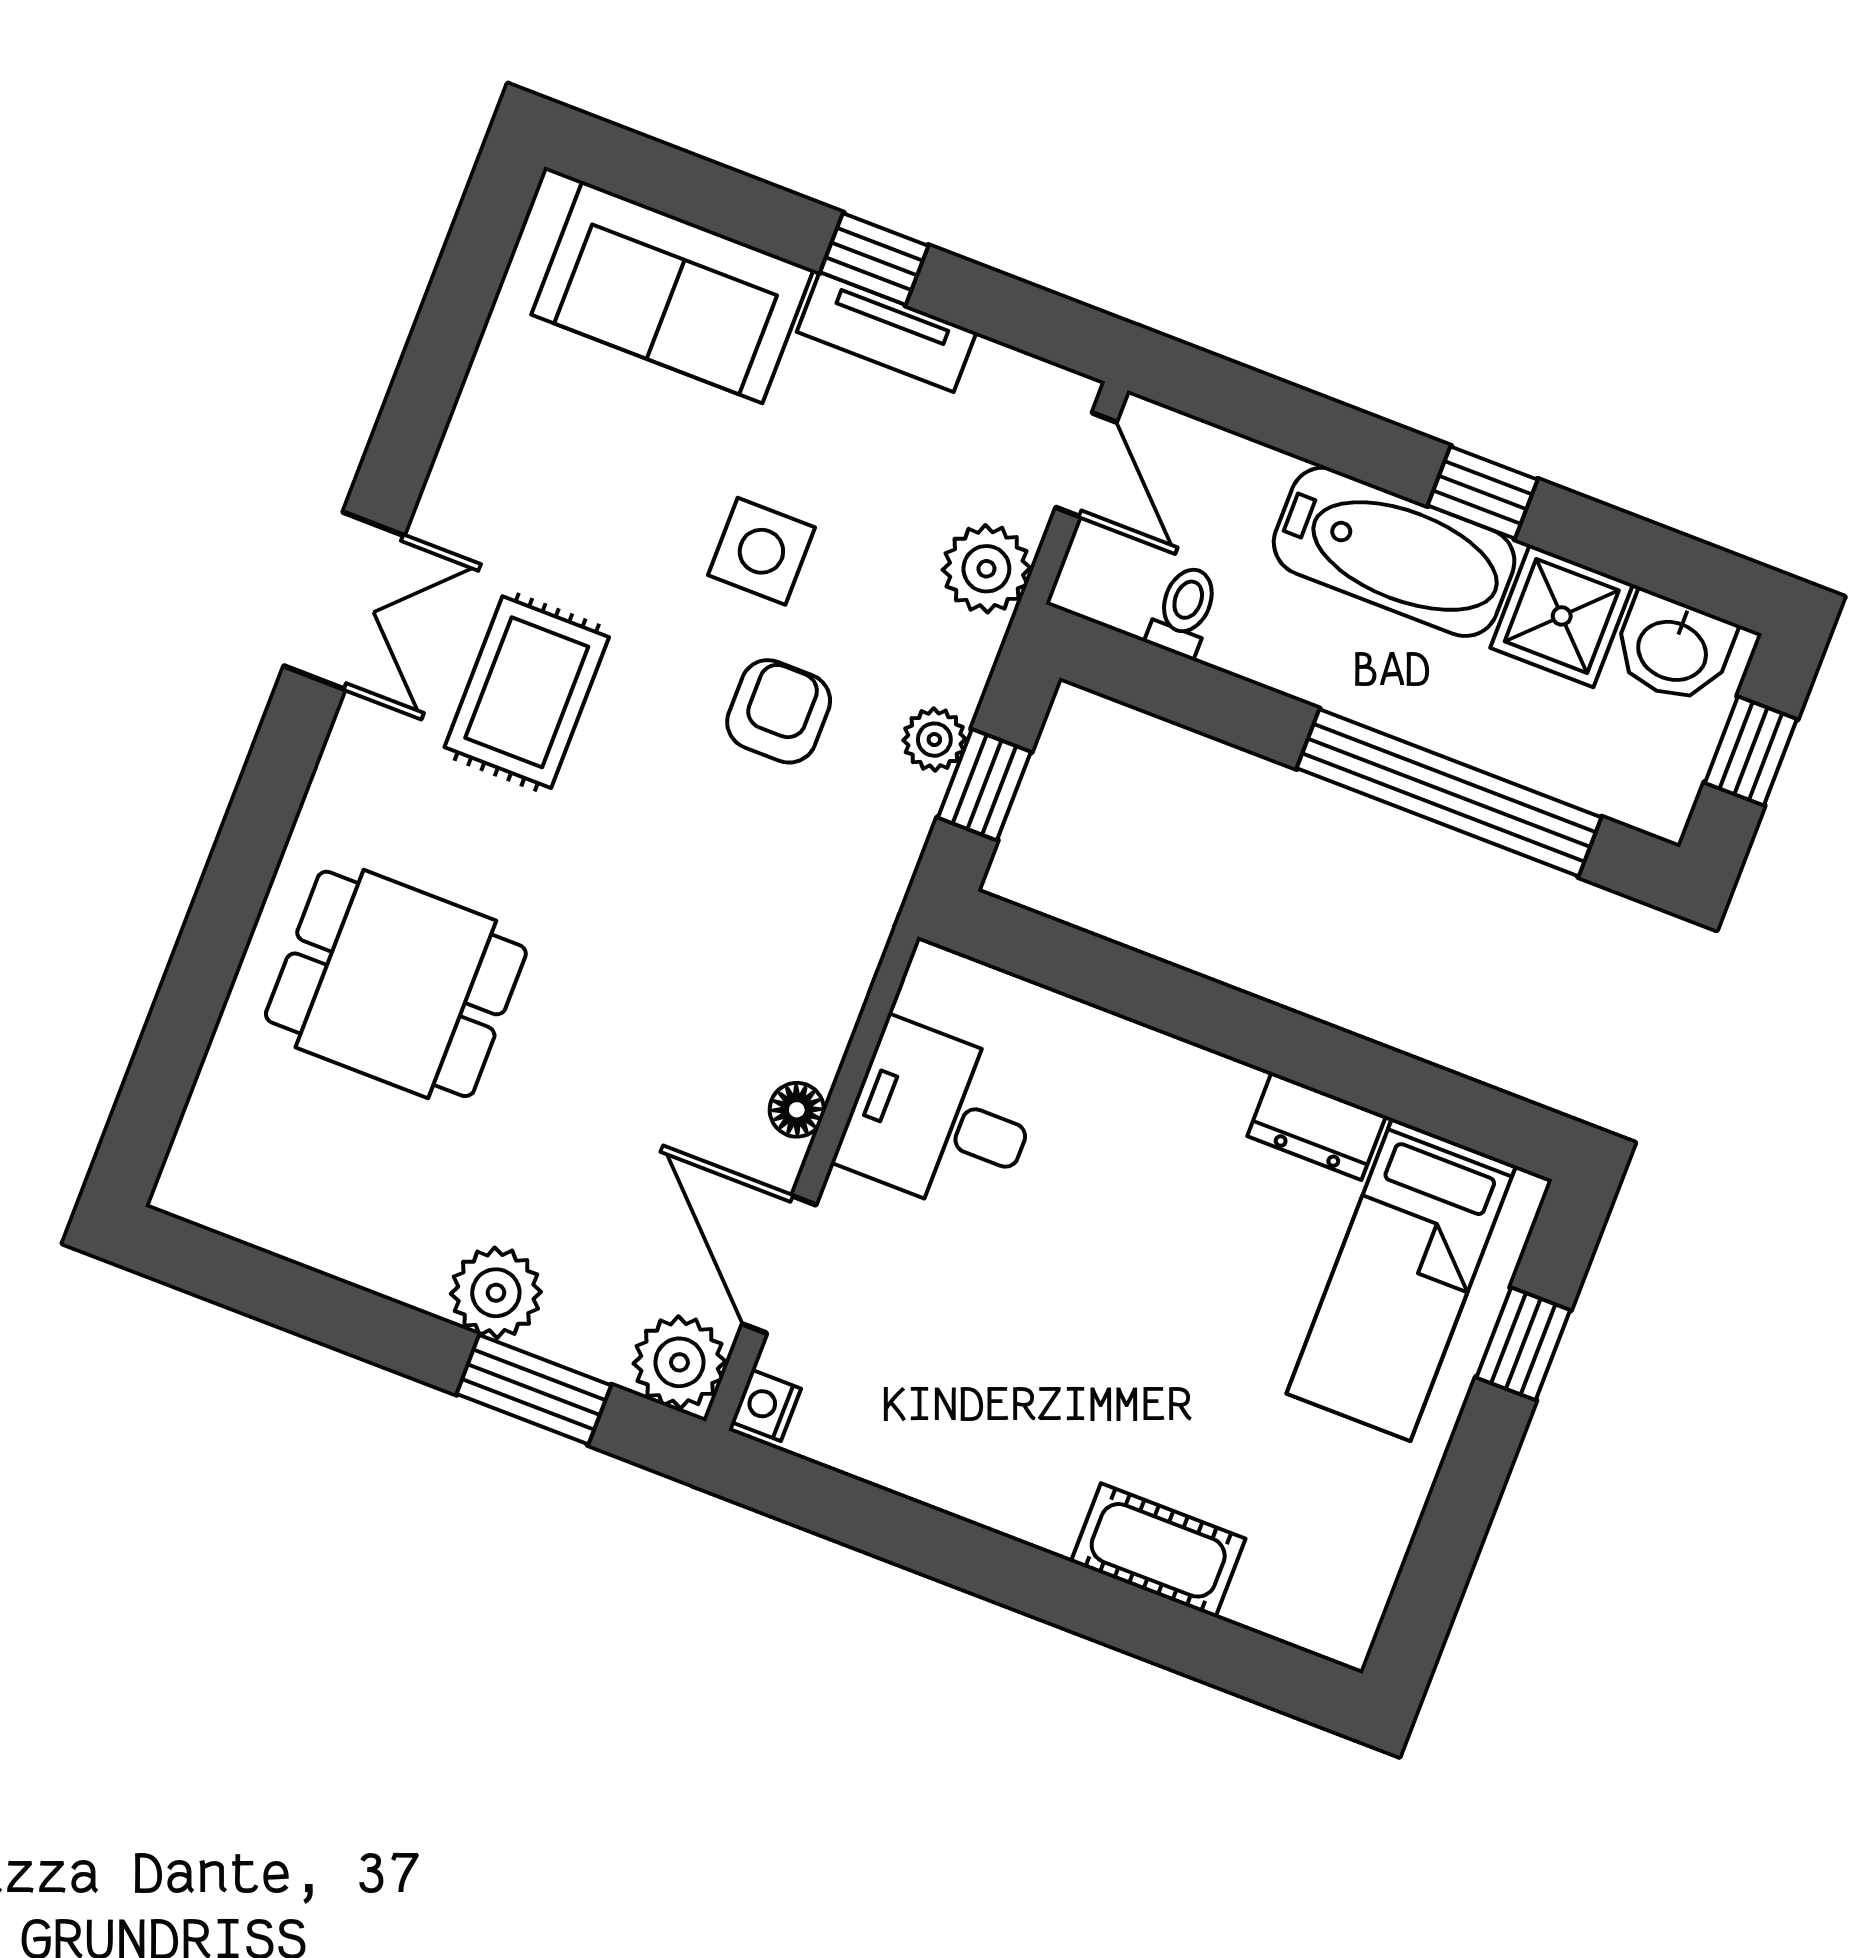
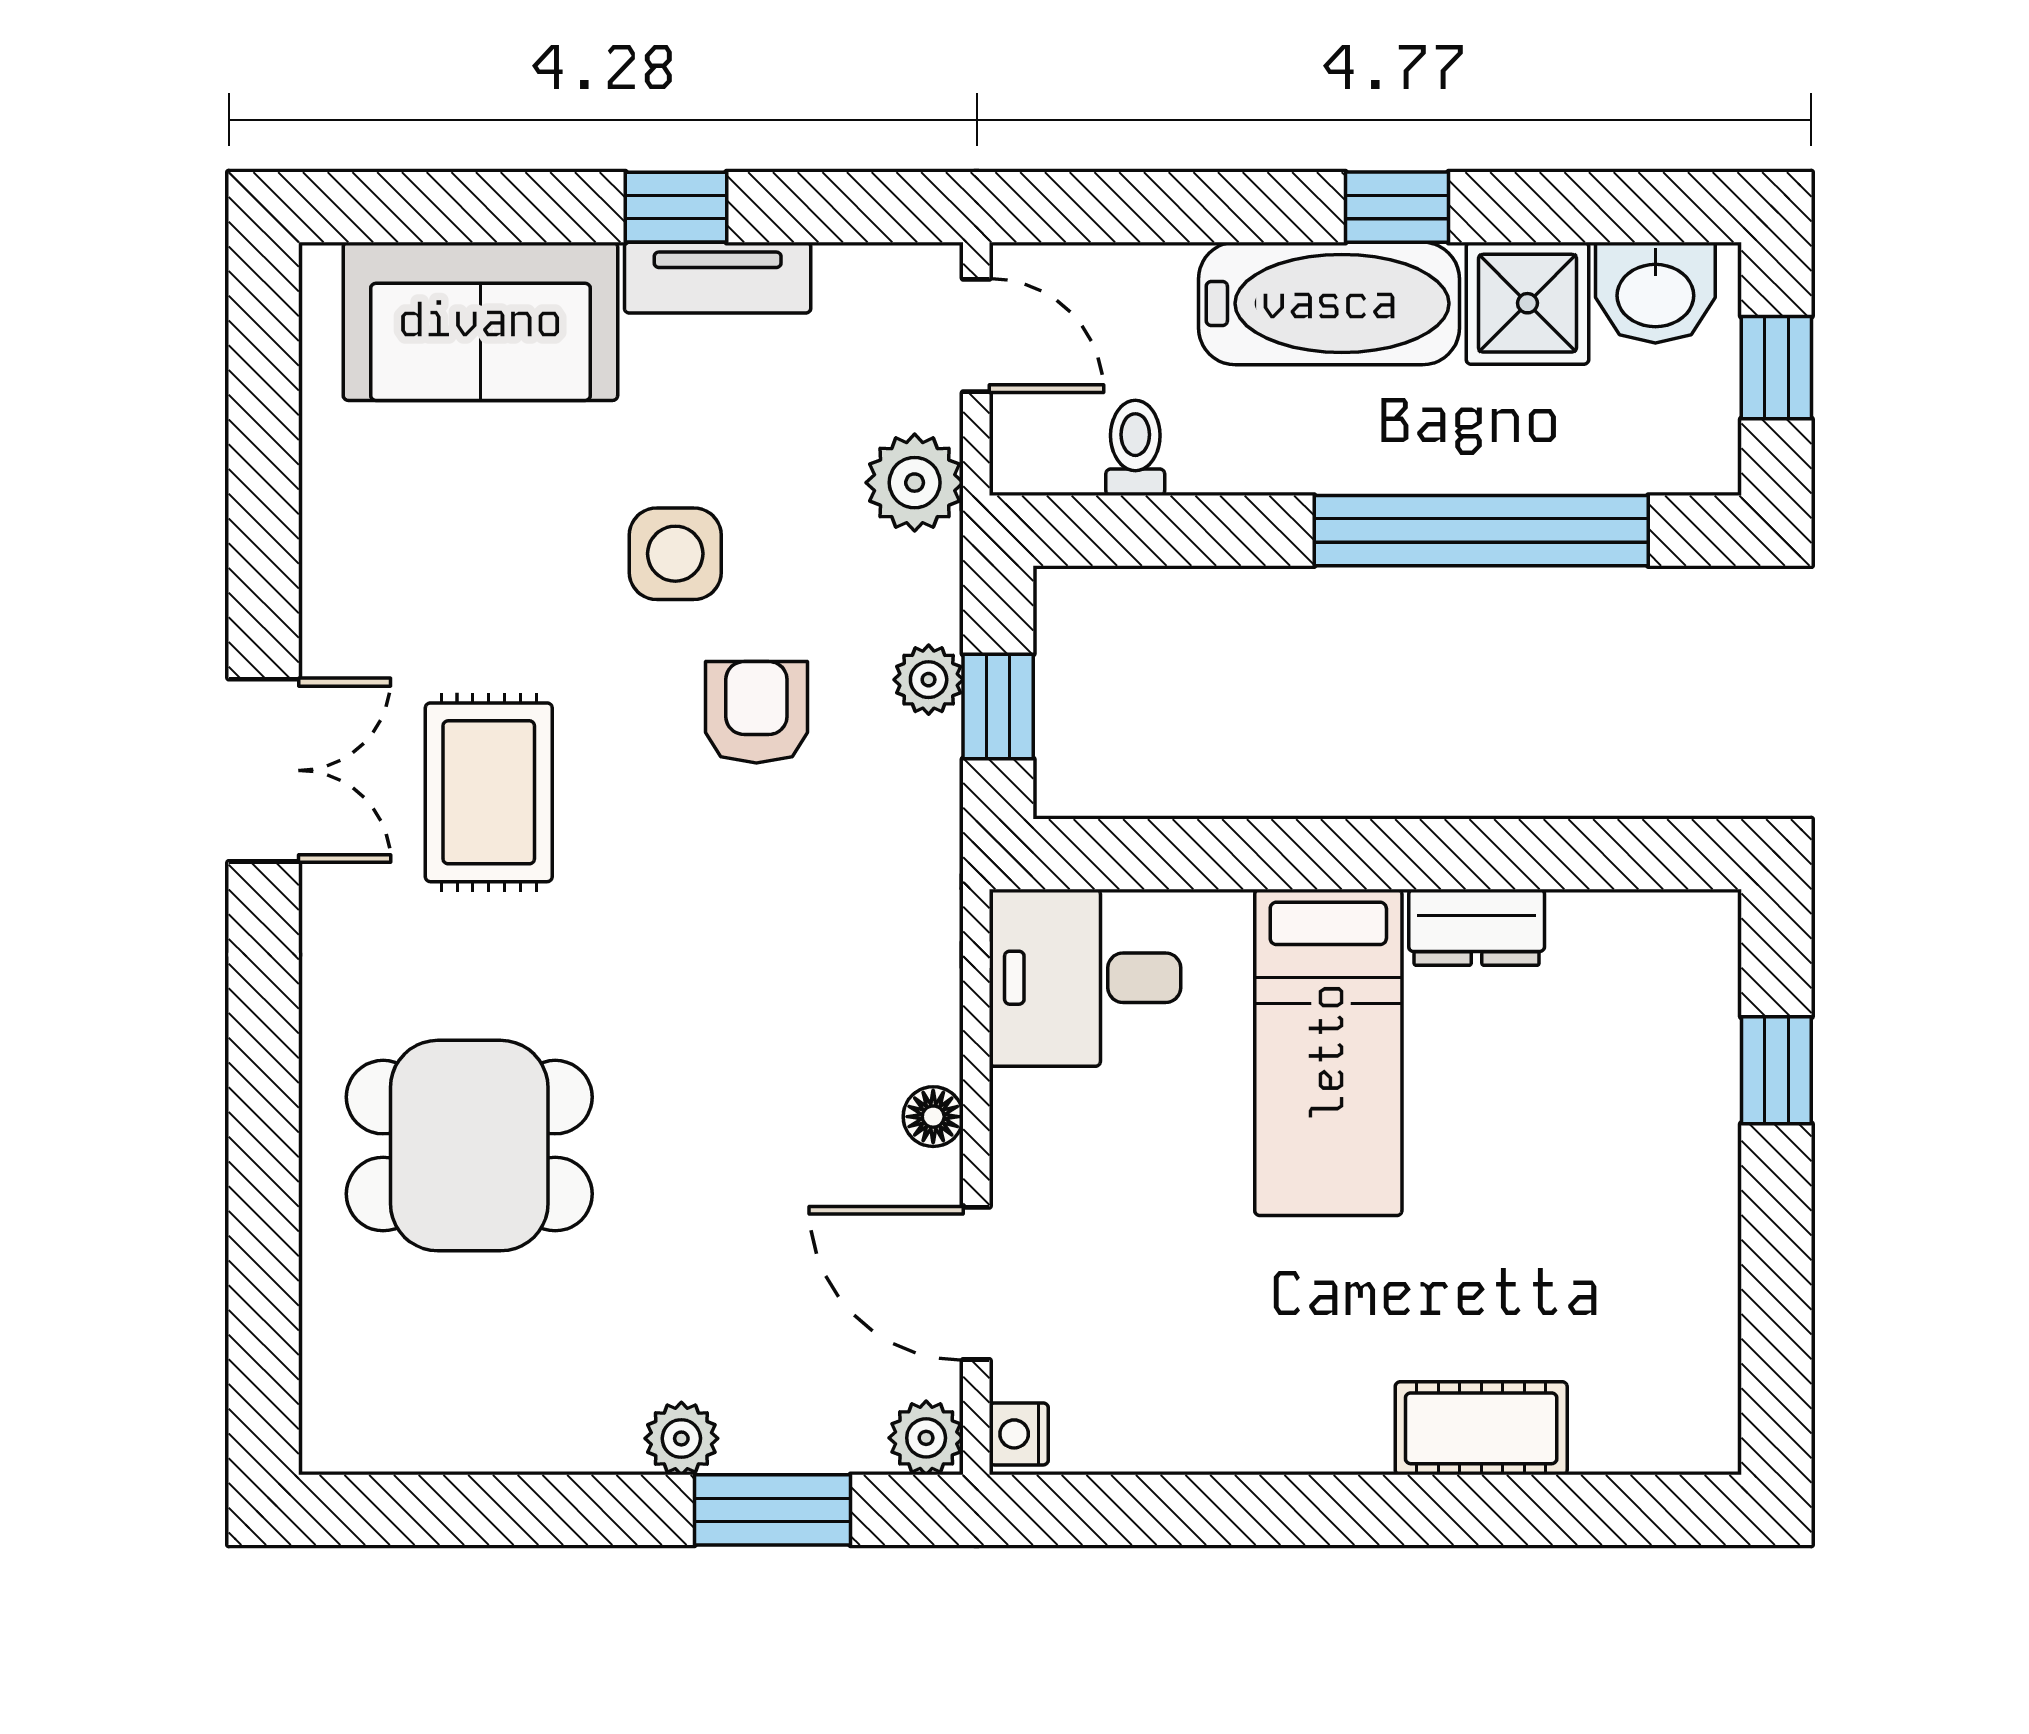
desk: (940, 1119) -> (1085, 978), moved
bed: (1401, 1280) -> (1328, 1052), moved
plant: (496, 1293) -> (681, 1438), width x0.73, depth x0.73
plant: (679, 1362) -> (926, 1438), width x0.73, depth x0.73

